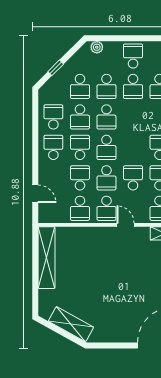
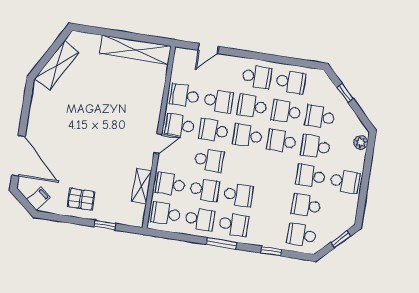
school desk: (80, 147) -> (252, 106), turned 180

